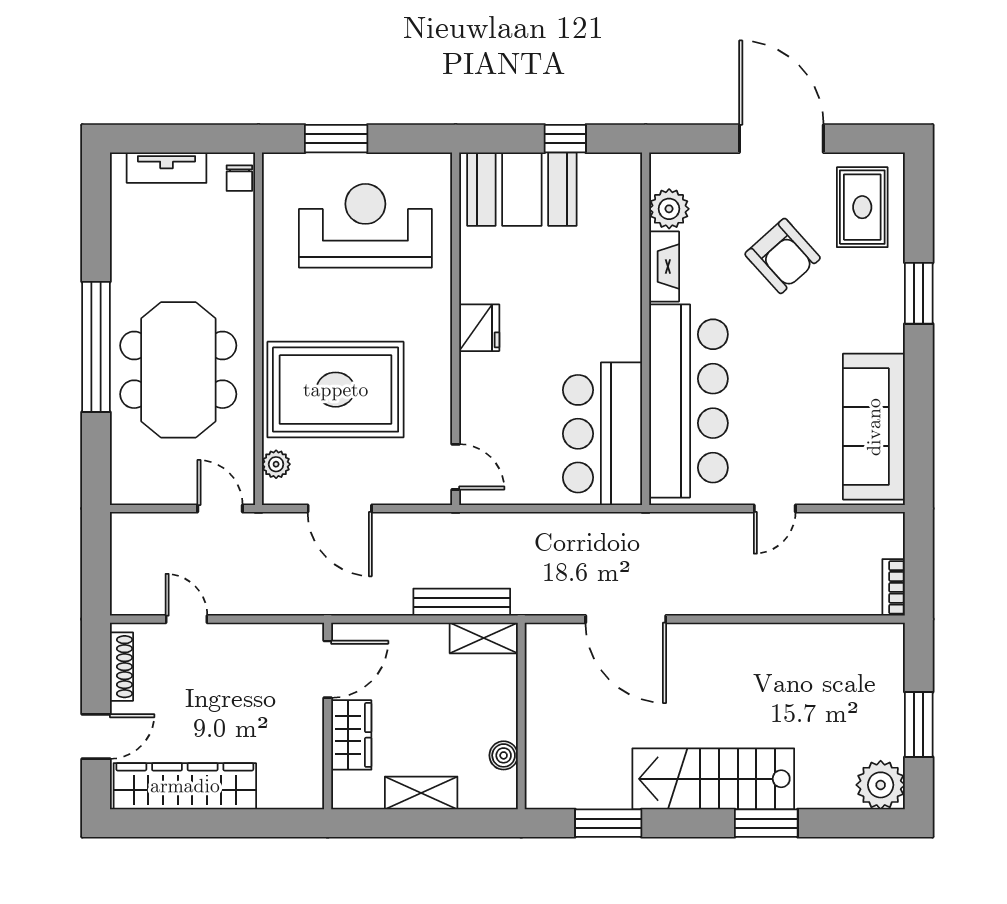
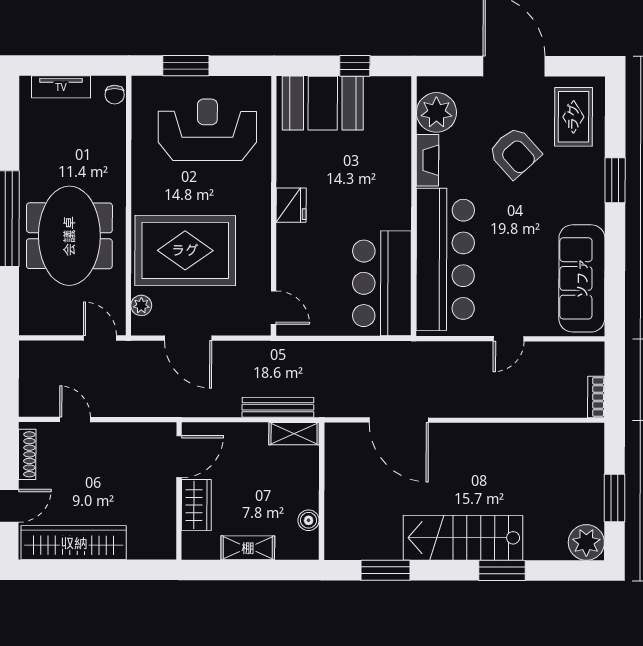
plant: (669, 209) -> (436, 112), width x1.36, depth x1.36

